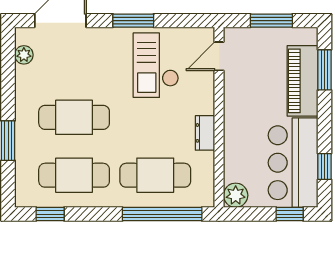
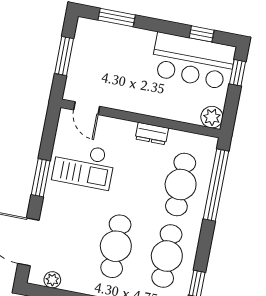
piano: (303, 81) -> (123, 39), removed

